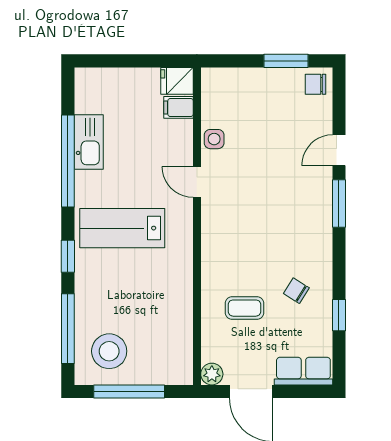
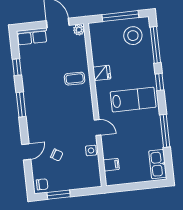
fridge: (177, 81) -> (102, 73), moved
kitchen sink: (89, 142) -> (158, 164), moved
window: (68, 161) -> (165, 131), width x0.68
window: (339, 203) -> (21, 105), moved
chair: (296, 291) -> (57, 155), moved
coffee table: (244, 308) -> (75, 79), moved

